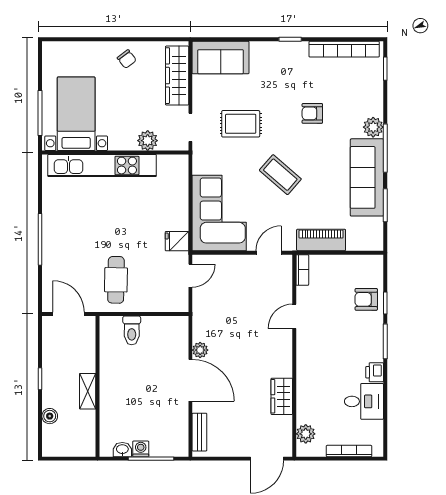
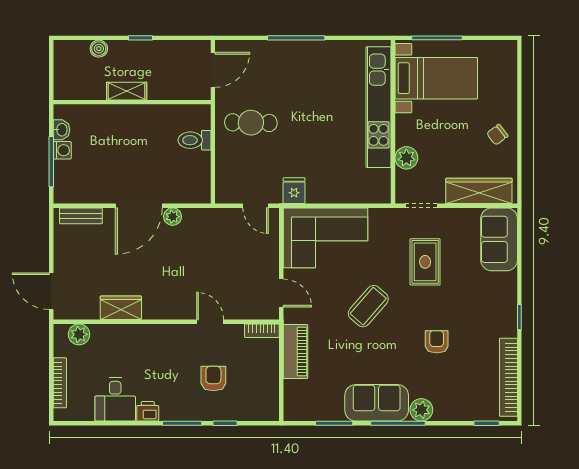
sofa: (367, 177) -> (377, 403), width x0.73
armchair: (366, 299) -> (213, 378), moved

